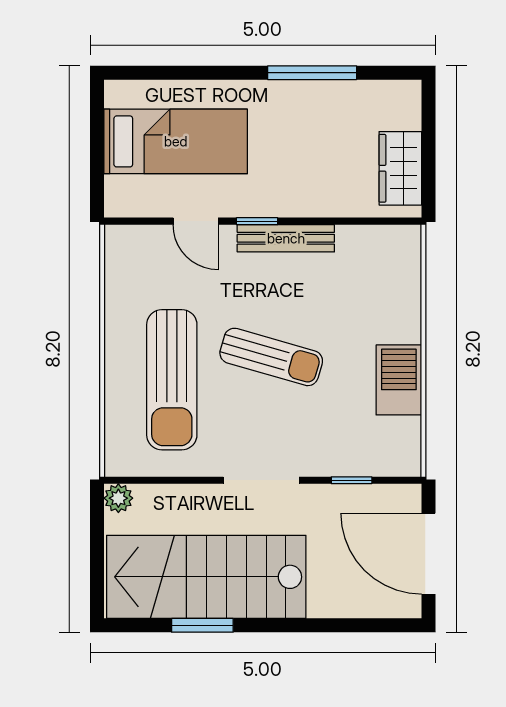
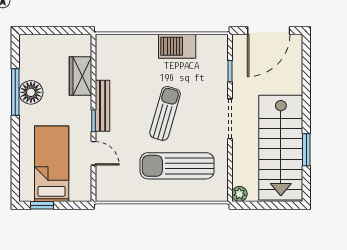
floor lamp: (311, 102) -> (31, 92), added
window: (97, 123) -> (42, 205), added
wardrobe: (400, 168) -> (81, 76), moved, turned 90
door: (196, 221) -> (94, 153), hinge flipped
sun lounger: (172, 380) -> (177, 166), turned 180

